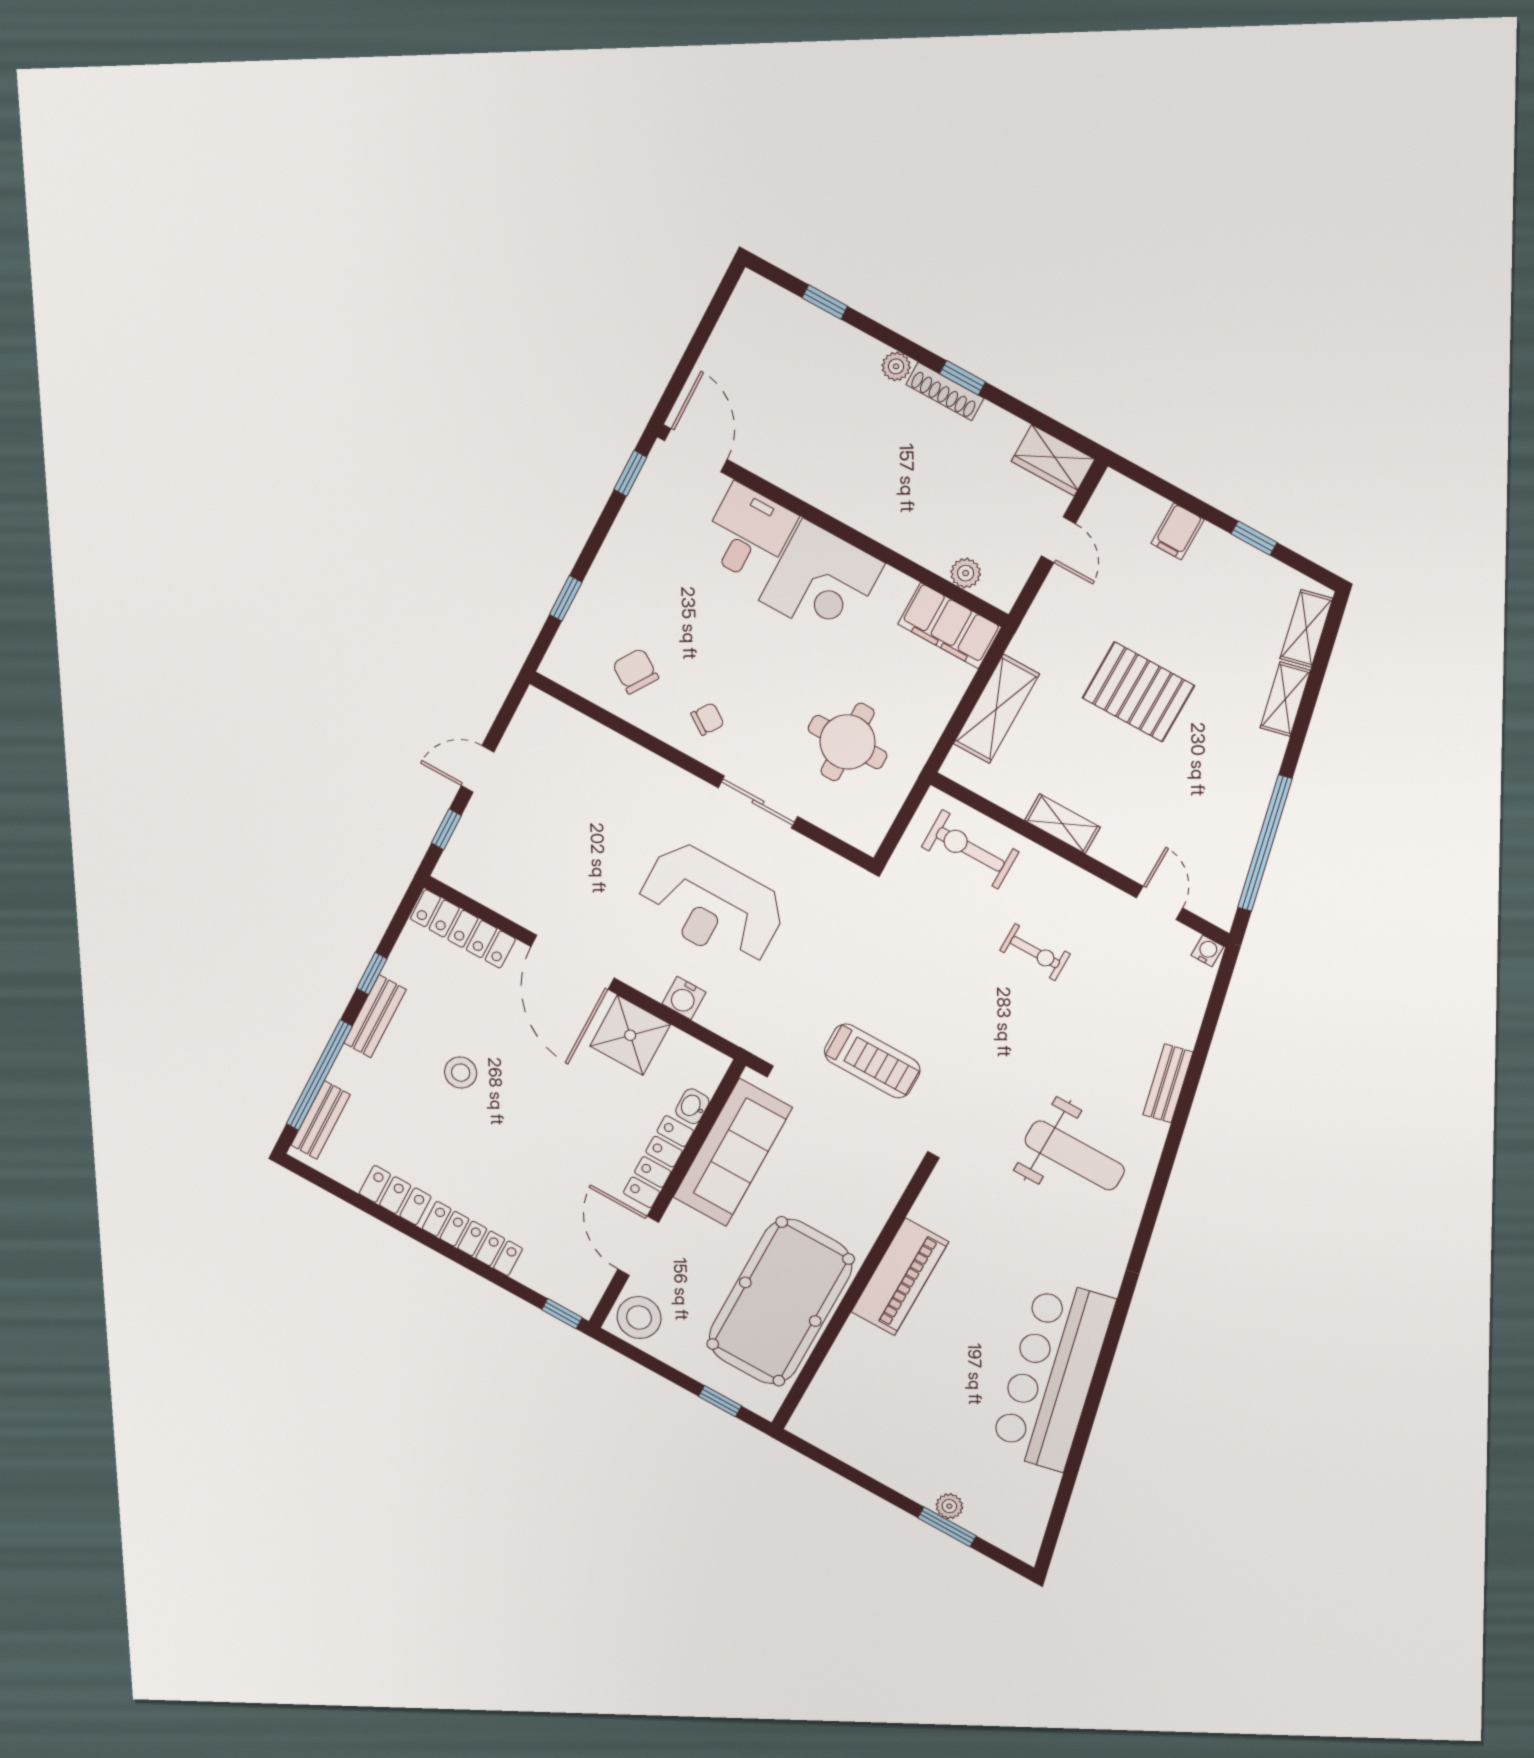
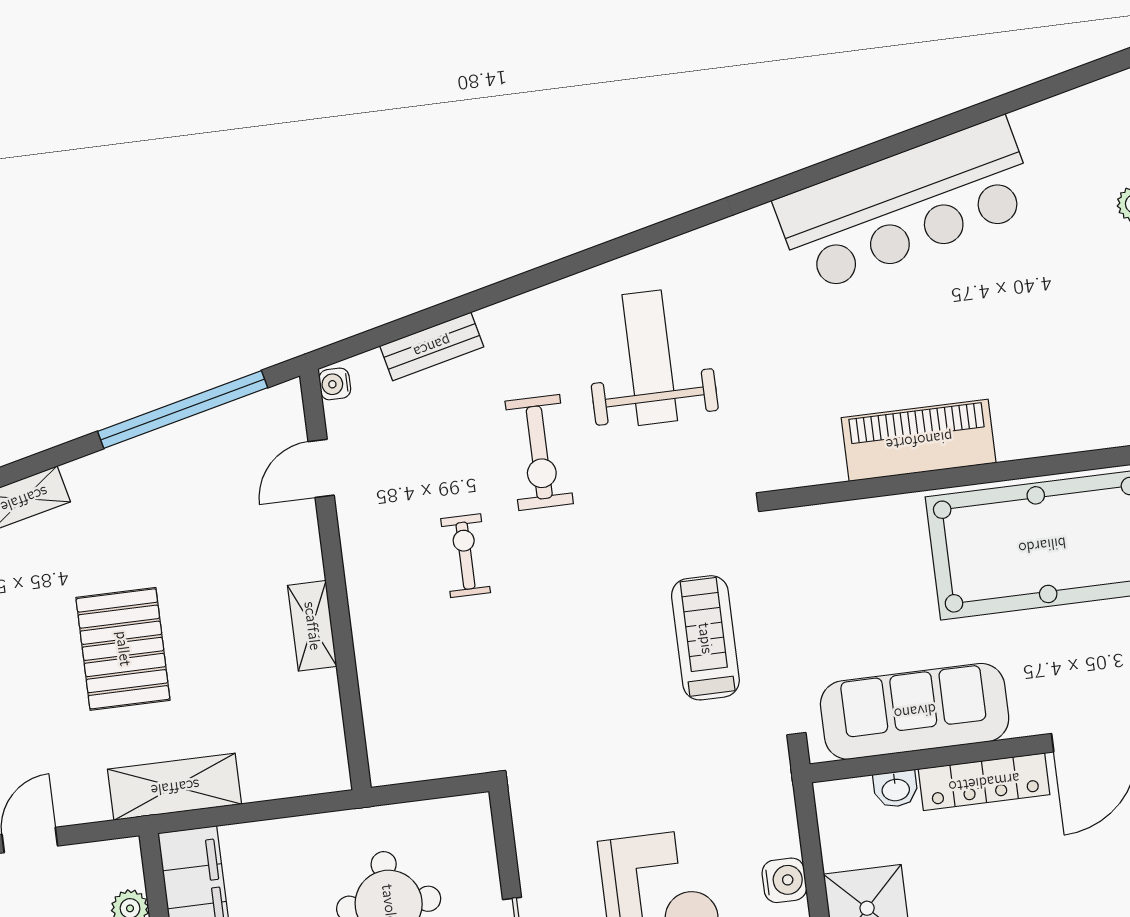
shelving: (996, 709) -> (175, 787), moved
exercise bike: (970, 849) -> (539, 452), moved
bench: (1168, 1083) -> (432, 346), moved

